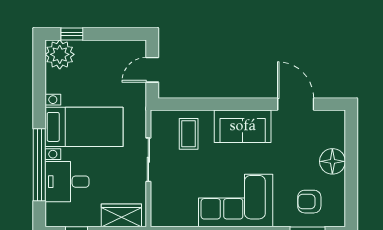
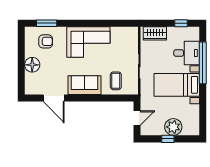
window: (72, 34) -> (168, 139), moved
plant: (60, 54) -> (173, 127), moved

